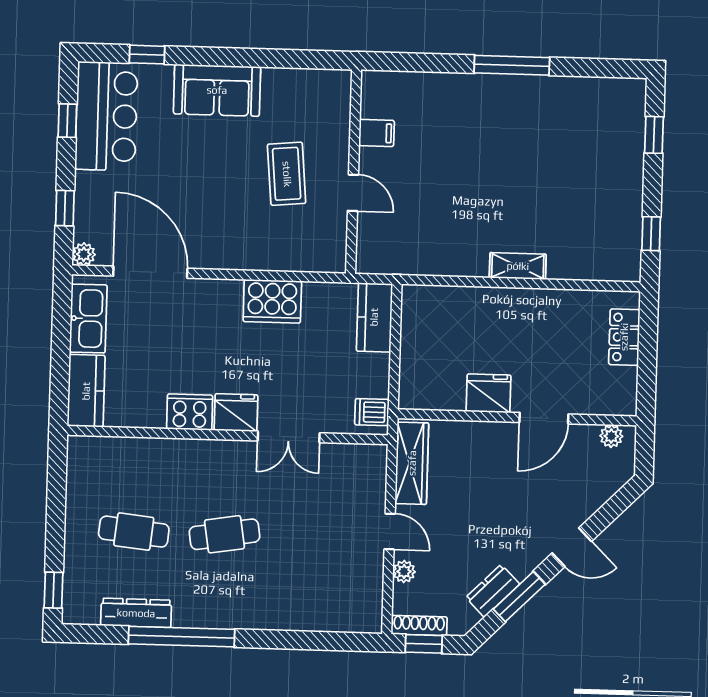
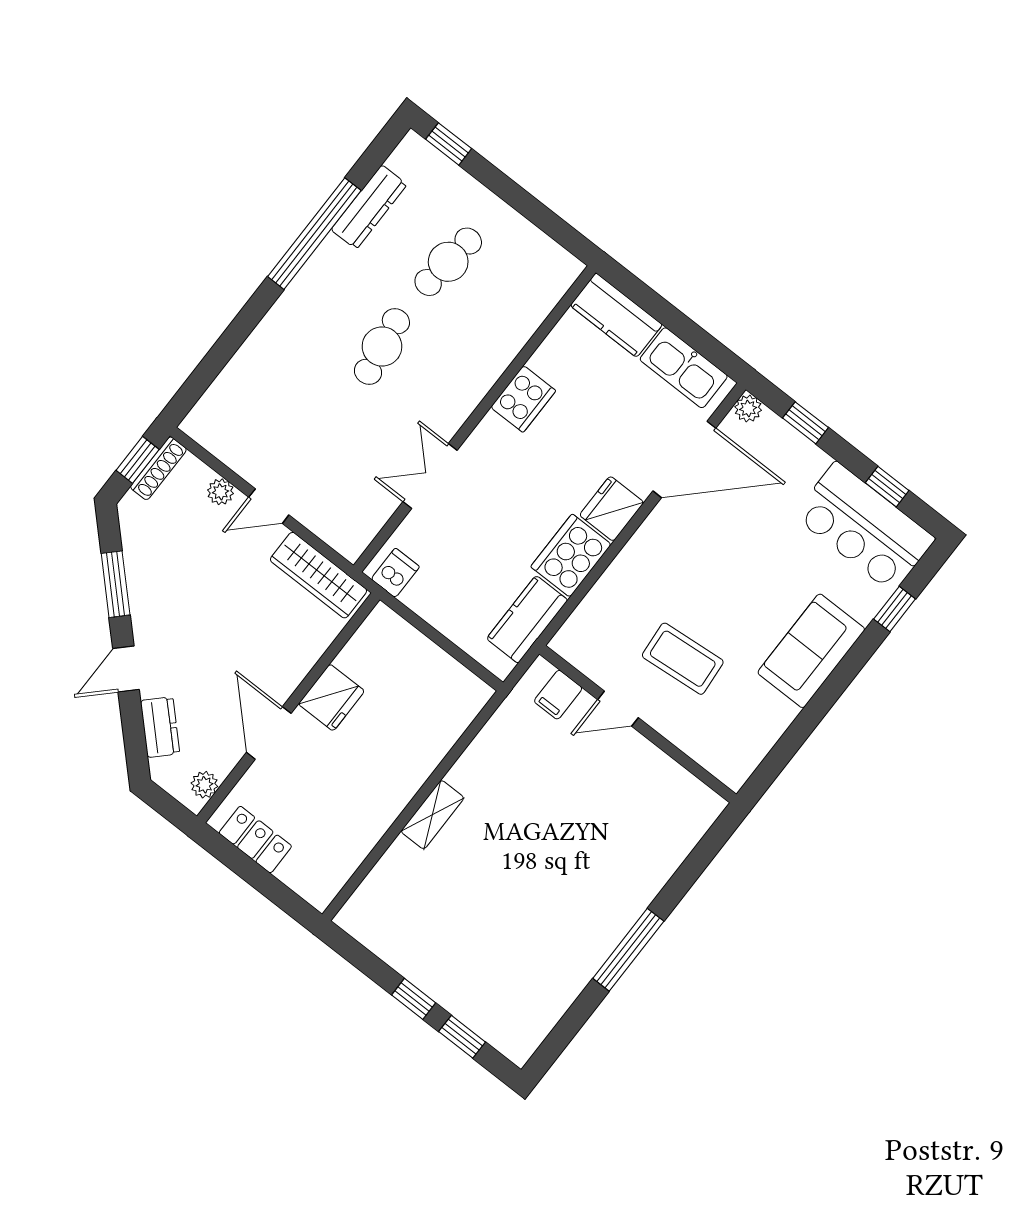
filing cabinet: (377, 133) -> (558, 695), moved
window: (651, 234) -> (414, 999), moved
kitchen counter: (374, 317) -> (527, 619), moved, turned -90
locker: (624, 337) -> (255, 840), moved
fridge: (236, 413) -> (612, 509), moved, turned 180
dresser: (493, 591) -> (160, 727), moved

